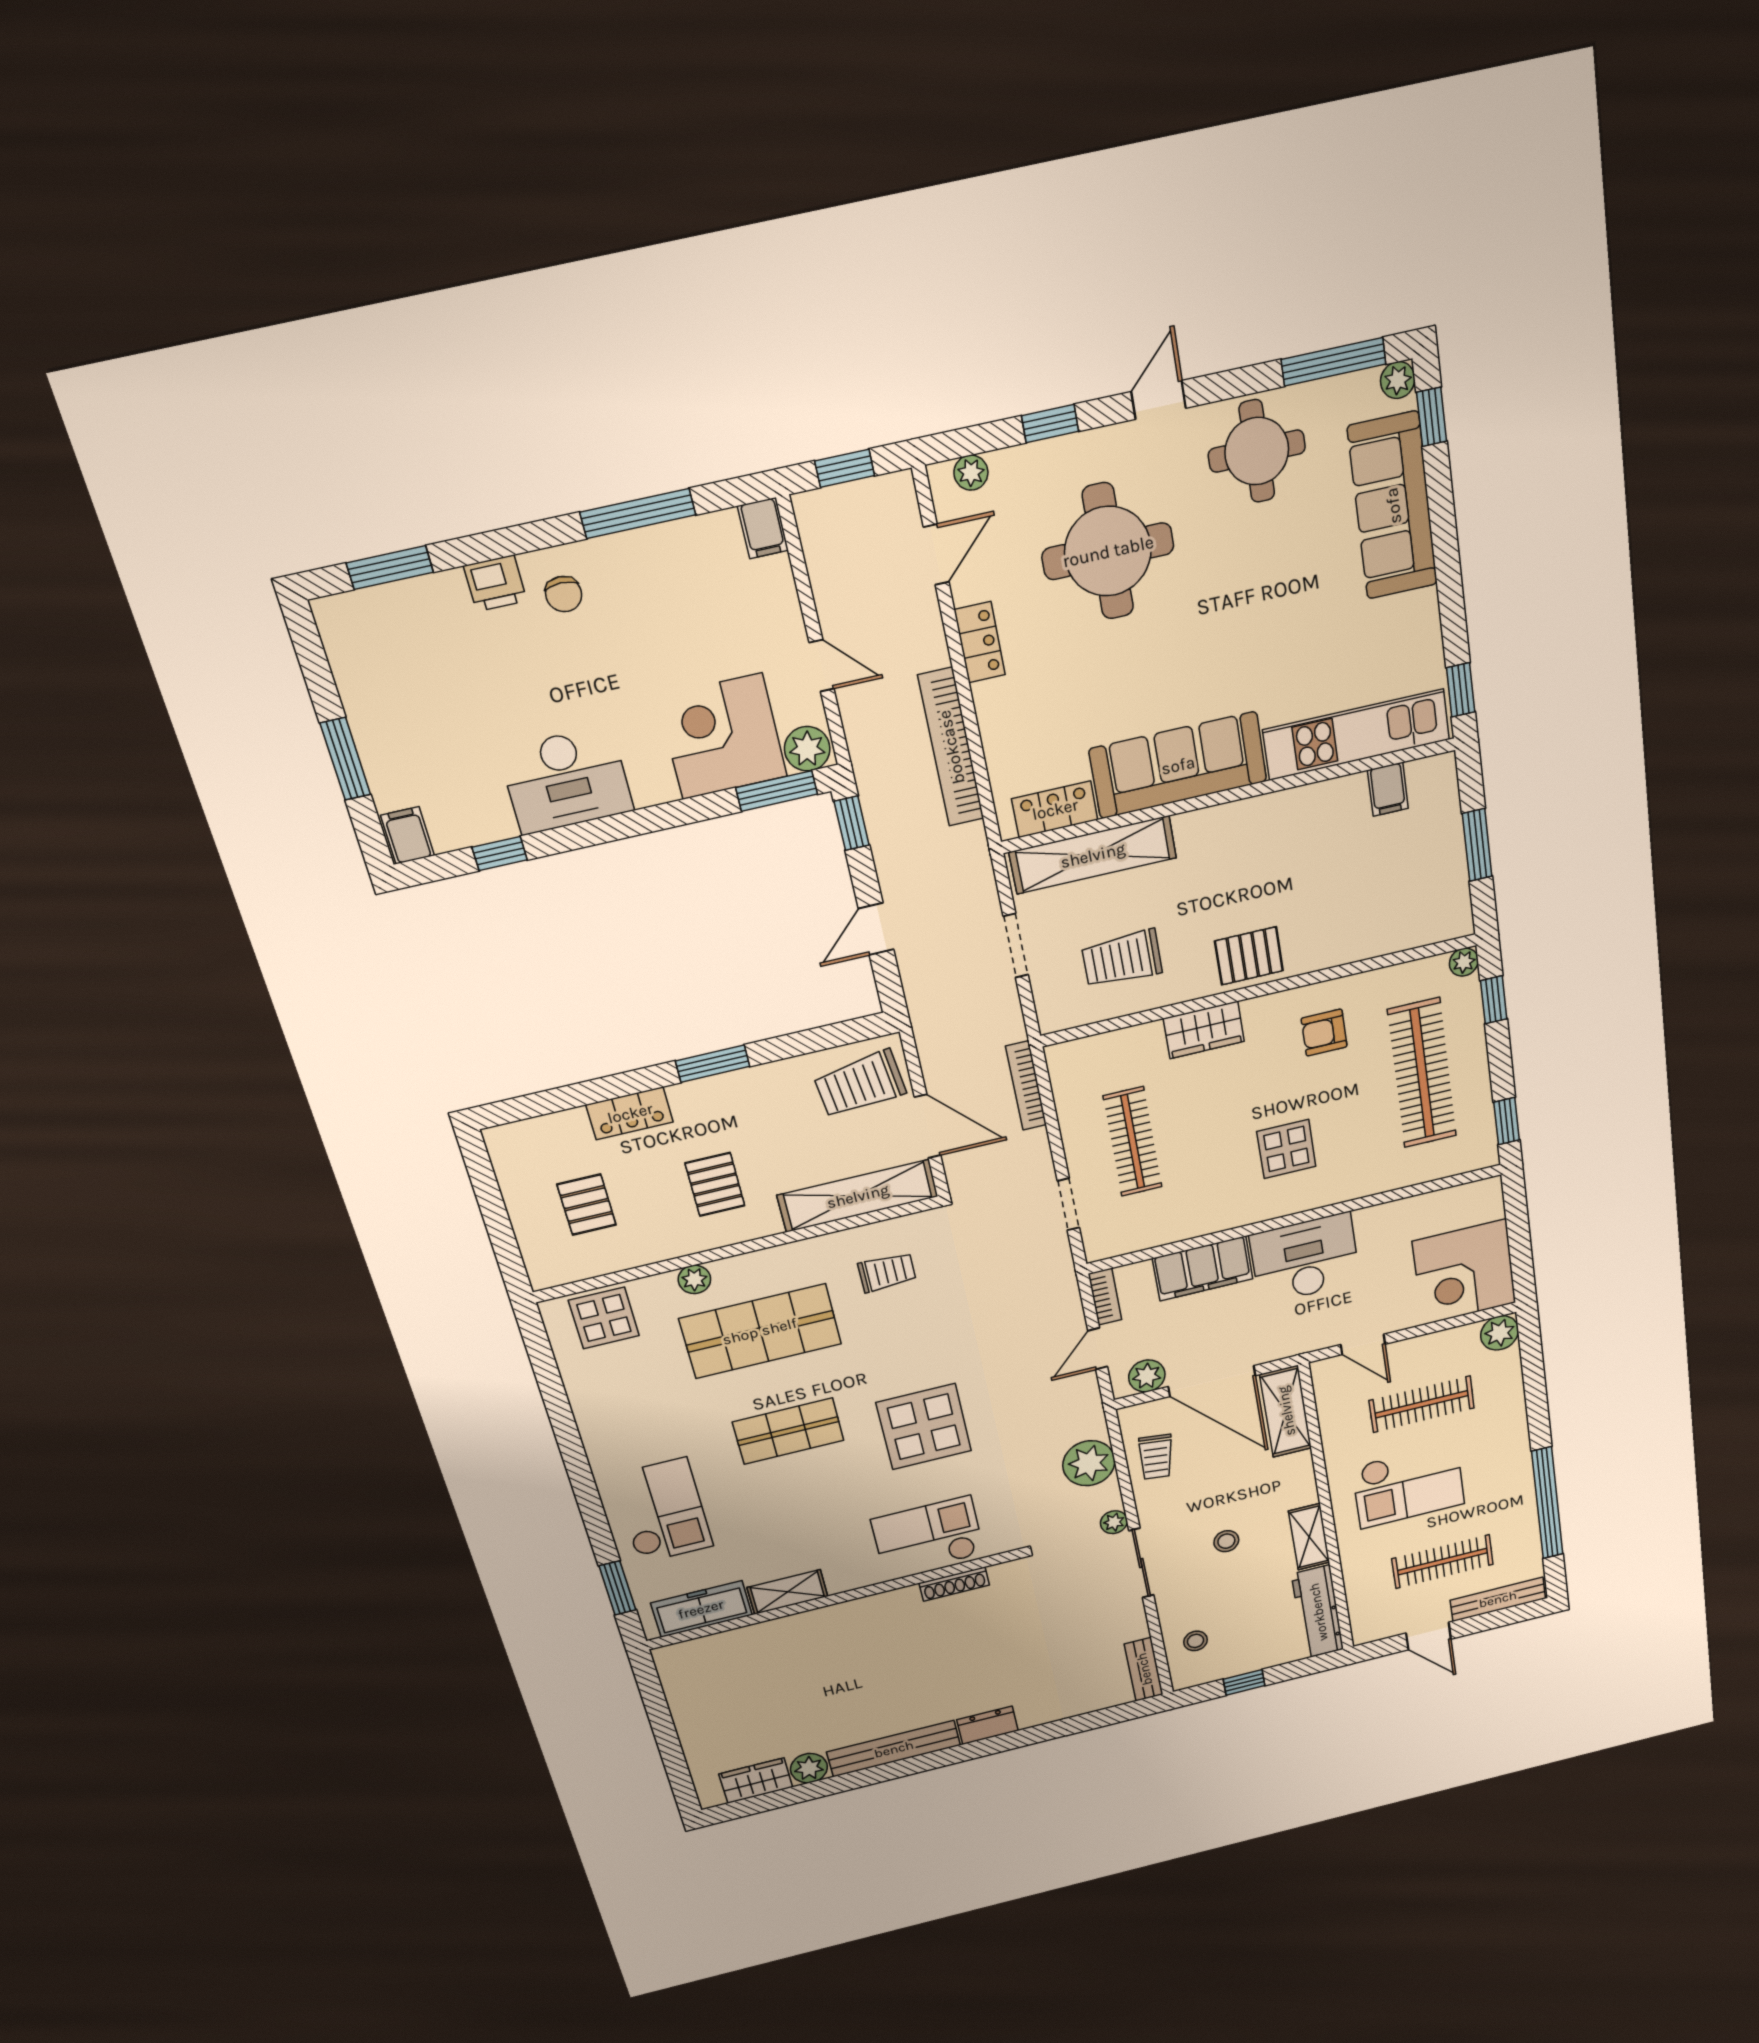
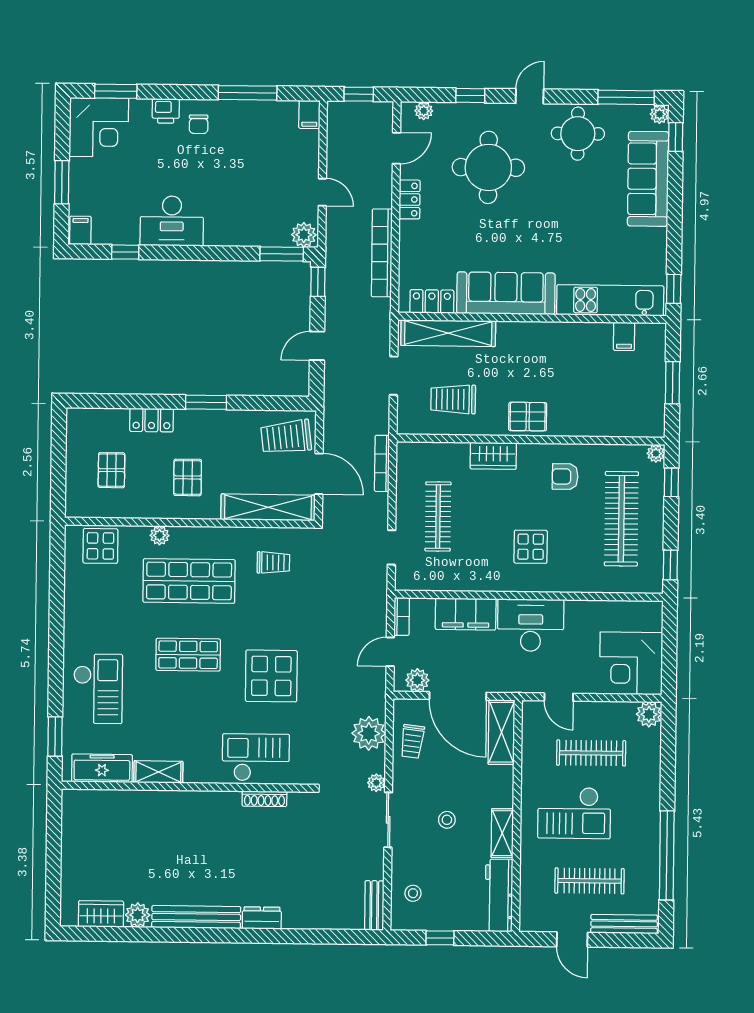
corner desk: (722, 736) -> (99, 127), moved, turned 180

